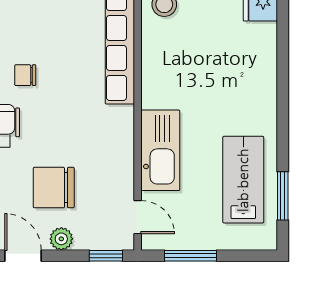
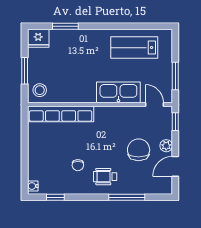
chair: (54, 188) -> (139, 150), turned 180
window: (283, 196) -> (65, 26), moved
door: (138, 217) -> (155, 104), hinge flipped

